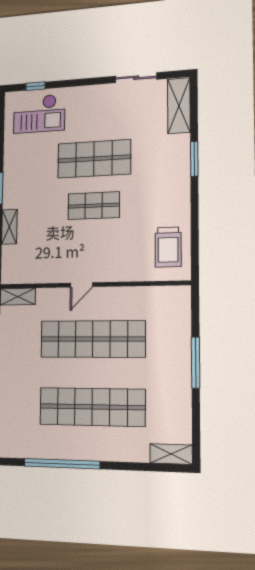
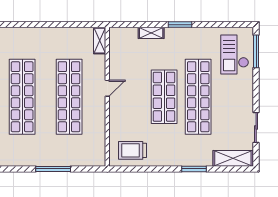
window: (35, 86) -> (256, 51), width x2.17
shop shelf: (94, 159) -> (198, 97), width x1.40
shop shelf: (94, 206) -> (164, 97), width x1.43, depth x1.36
door: (81, 285) -> (107, 88), swing flipped

